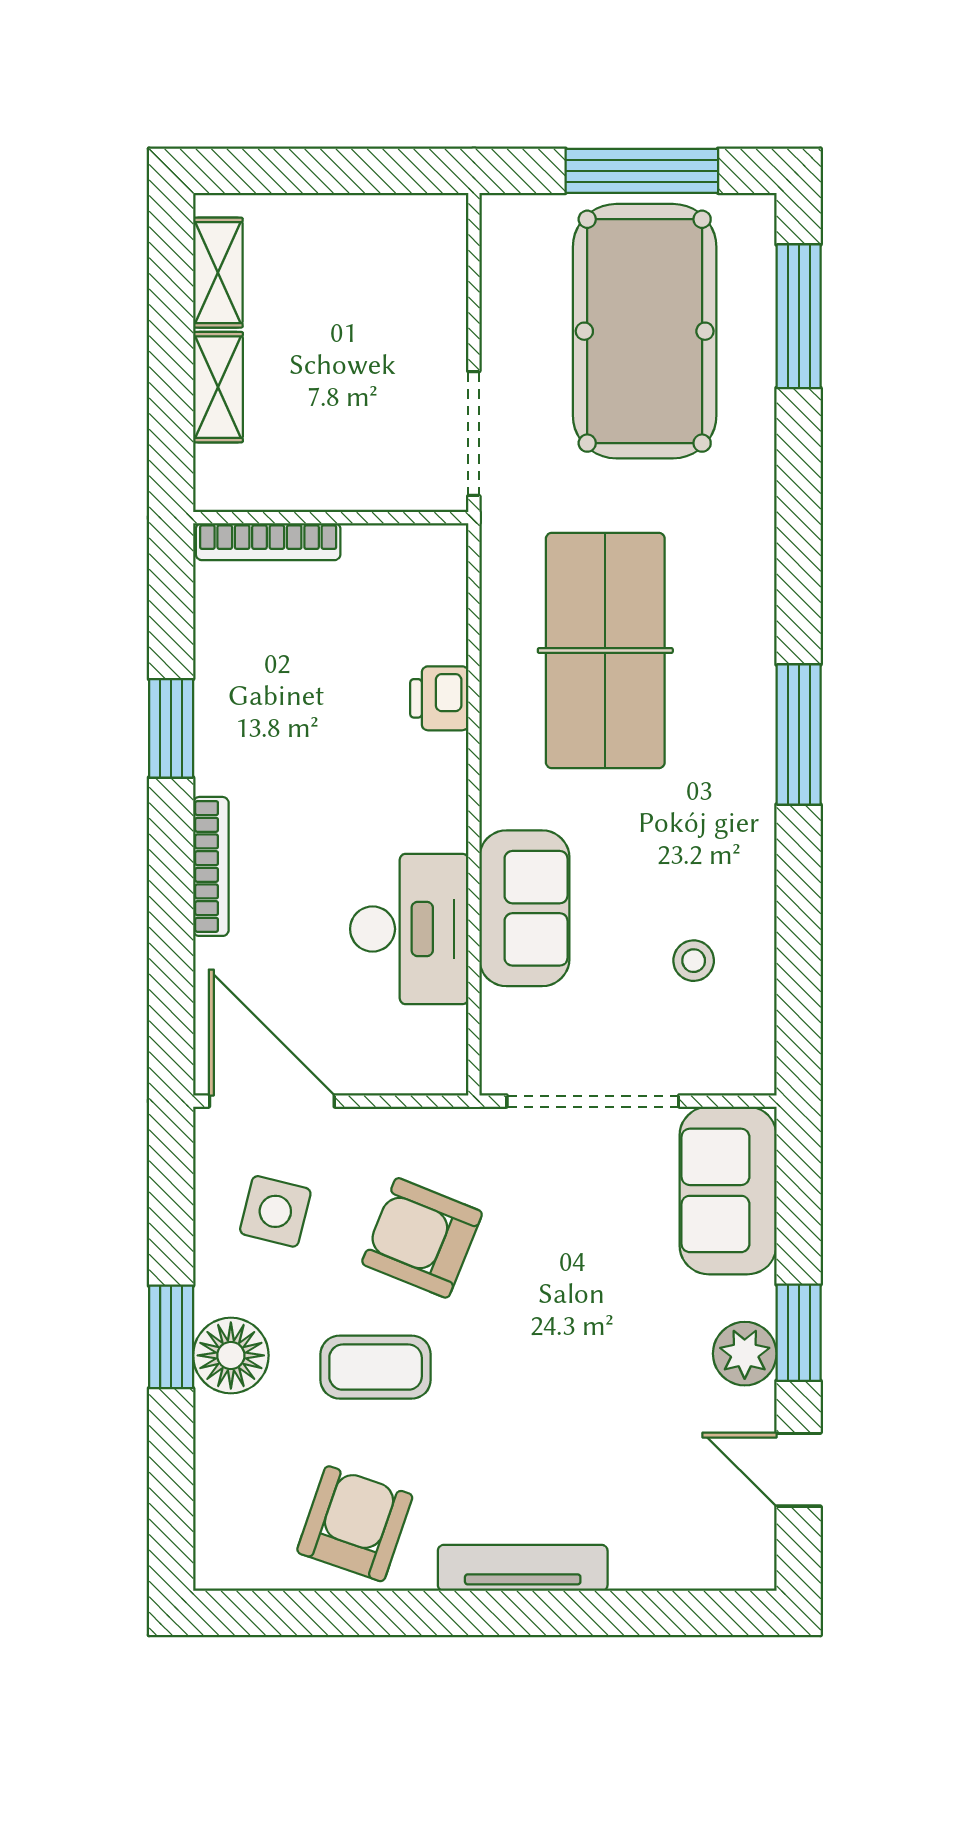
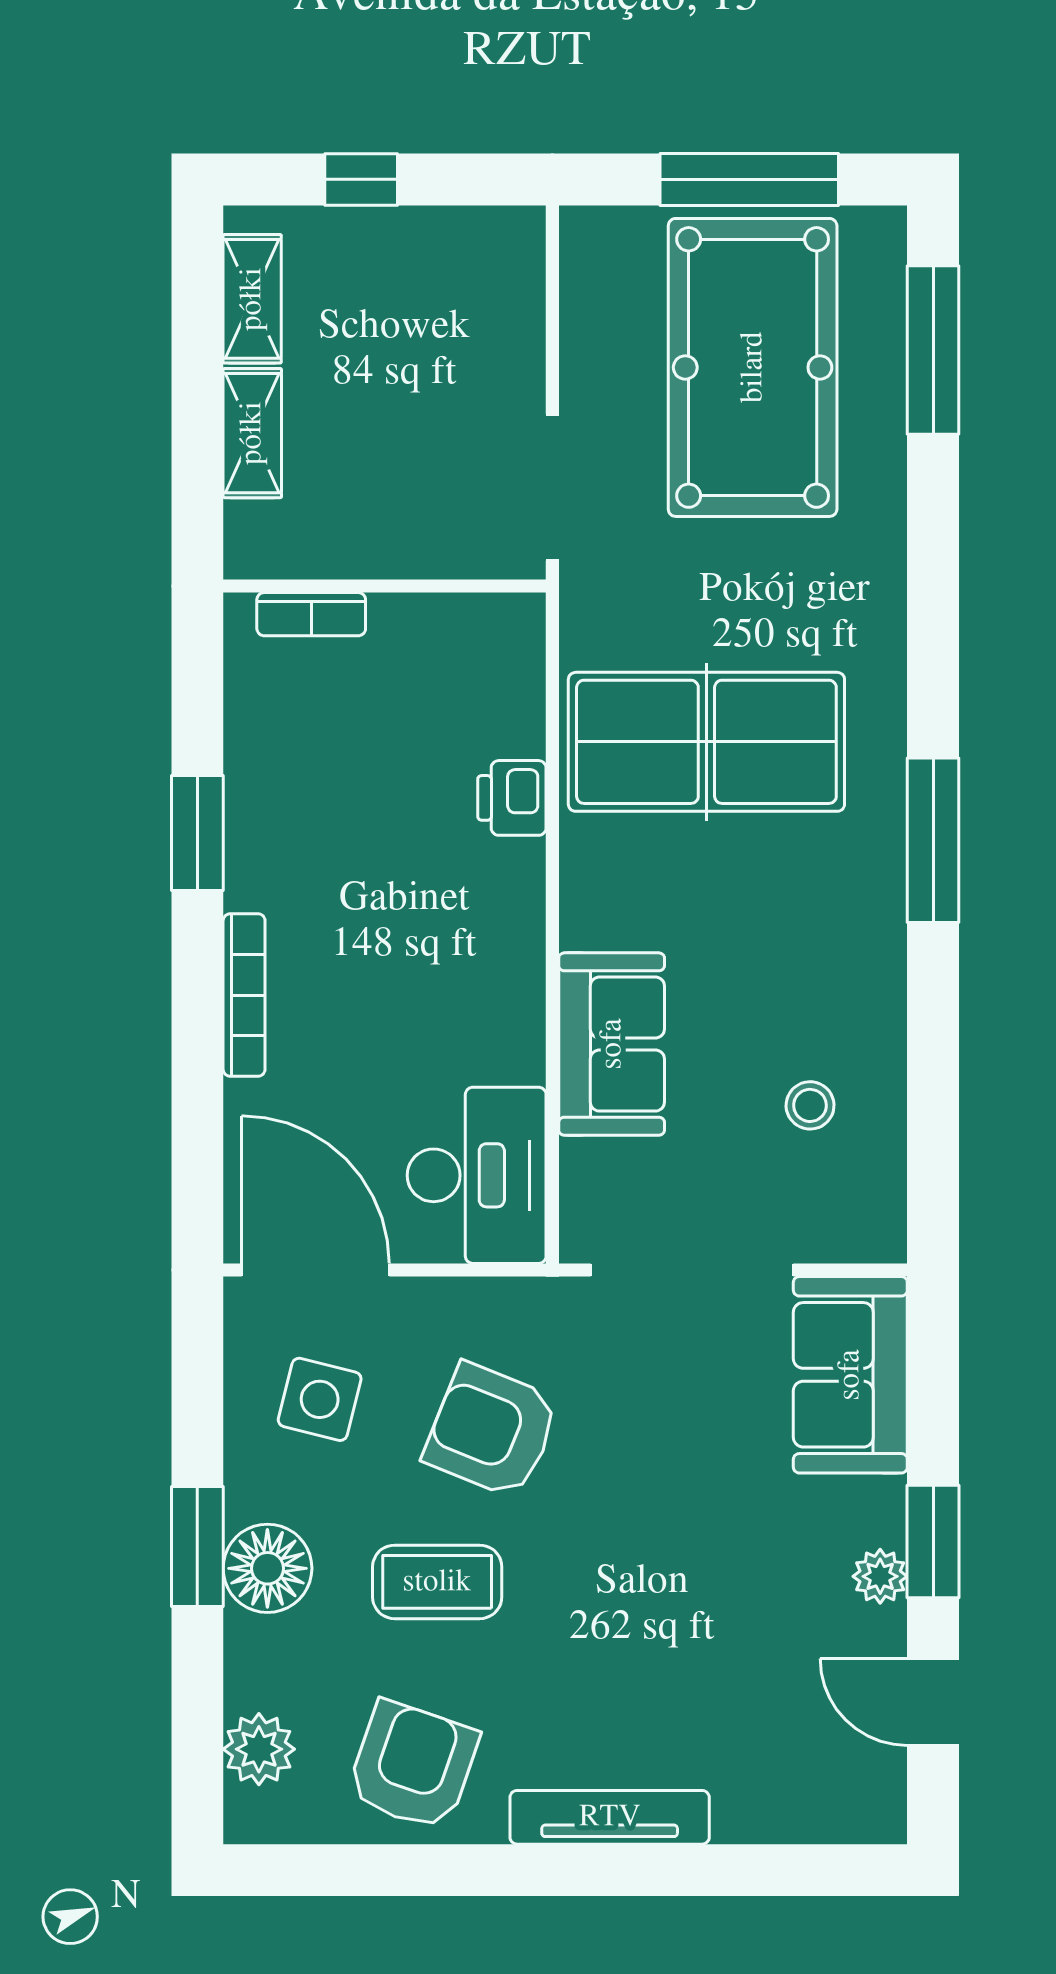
window: (311, 171) -> (361, 179), added
bookcase: (268, 542) -> (311, 614), width x0.64
table tennis table: (605, 651) -> (706, 742), turned 90
desk: (409, 929) -> (477, 1175), moved
plant: (745, 1354) -> (880, 1576), width x0.73, depth x0.73
plant: (224, 1510) -> (259, 1749), added

